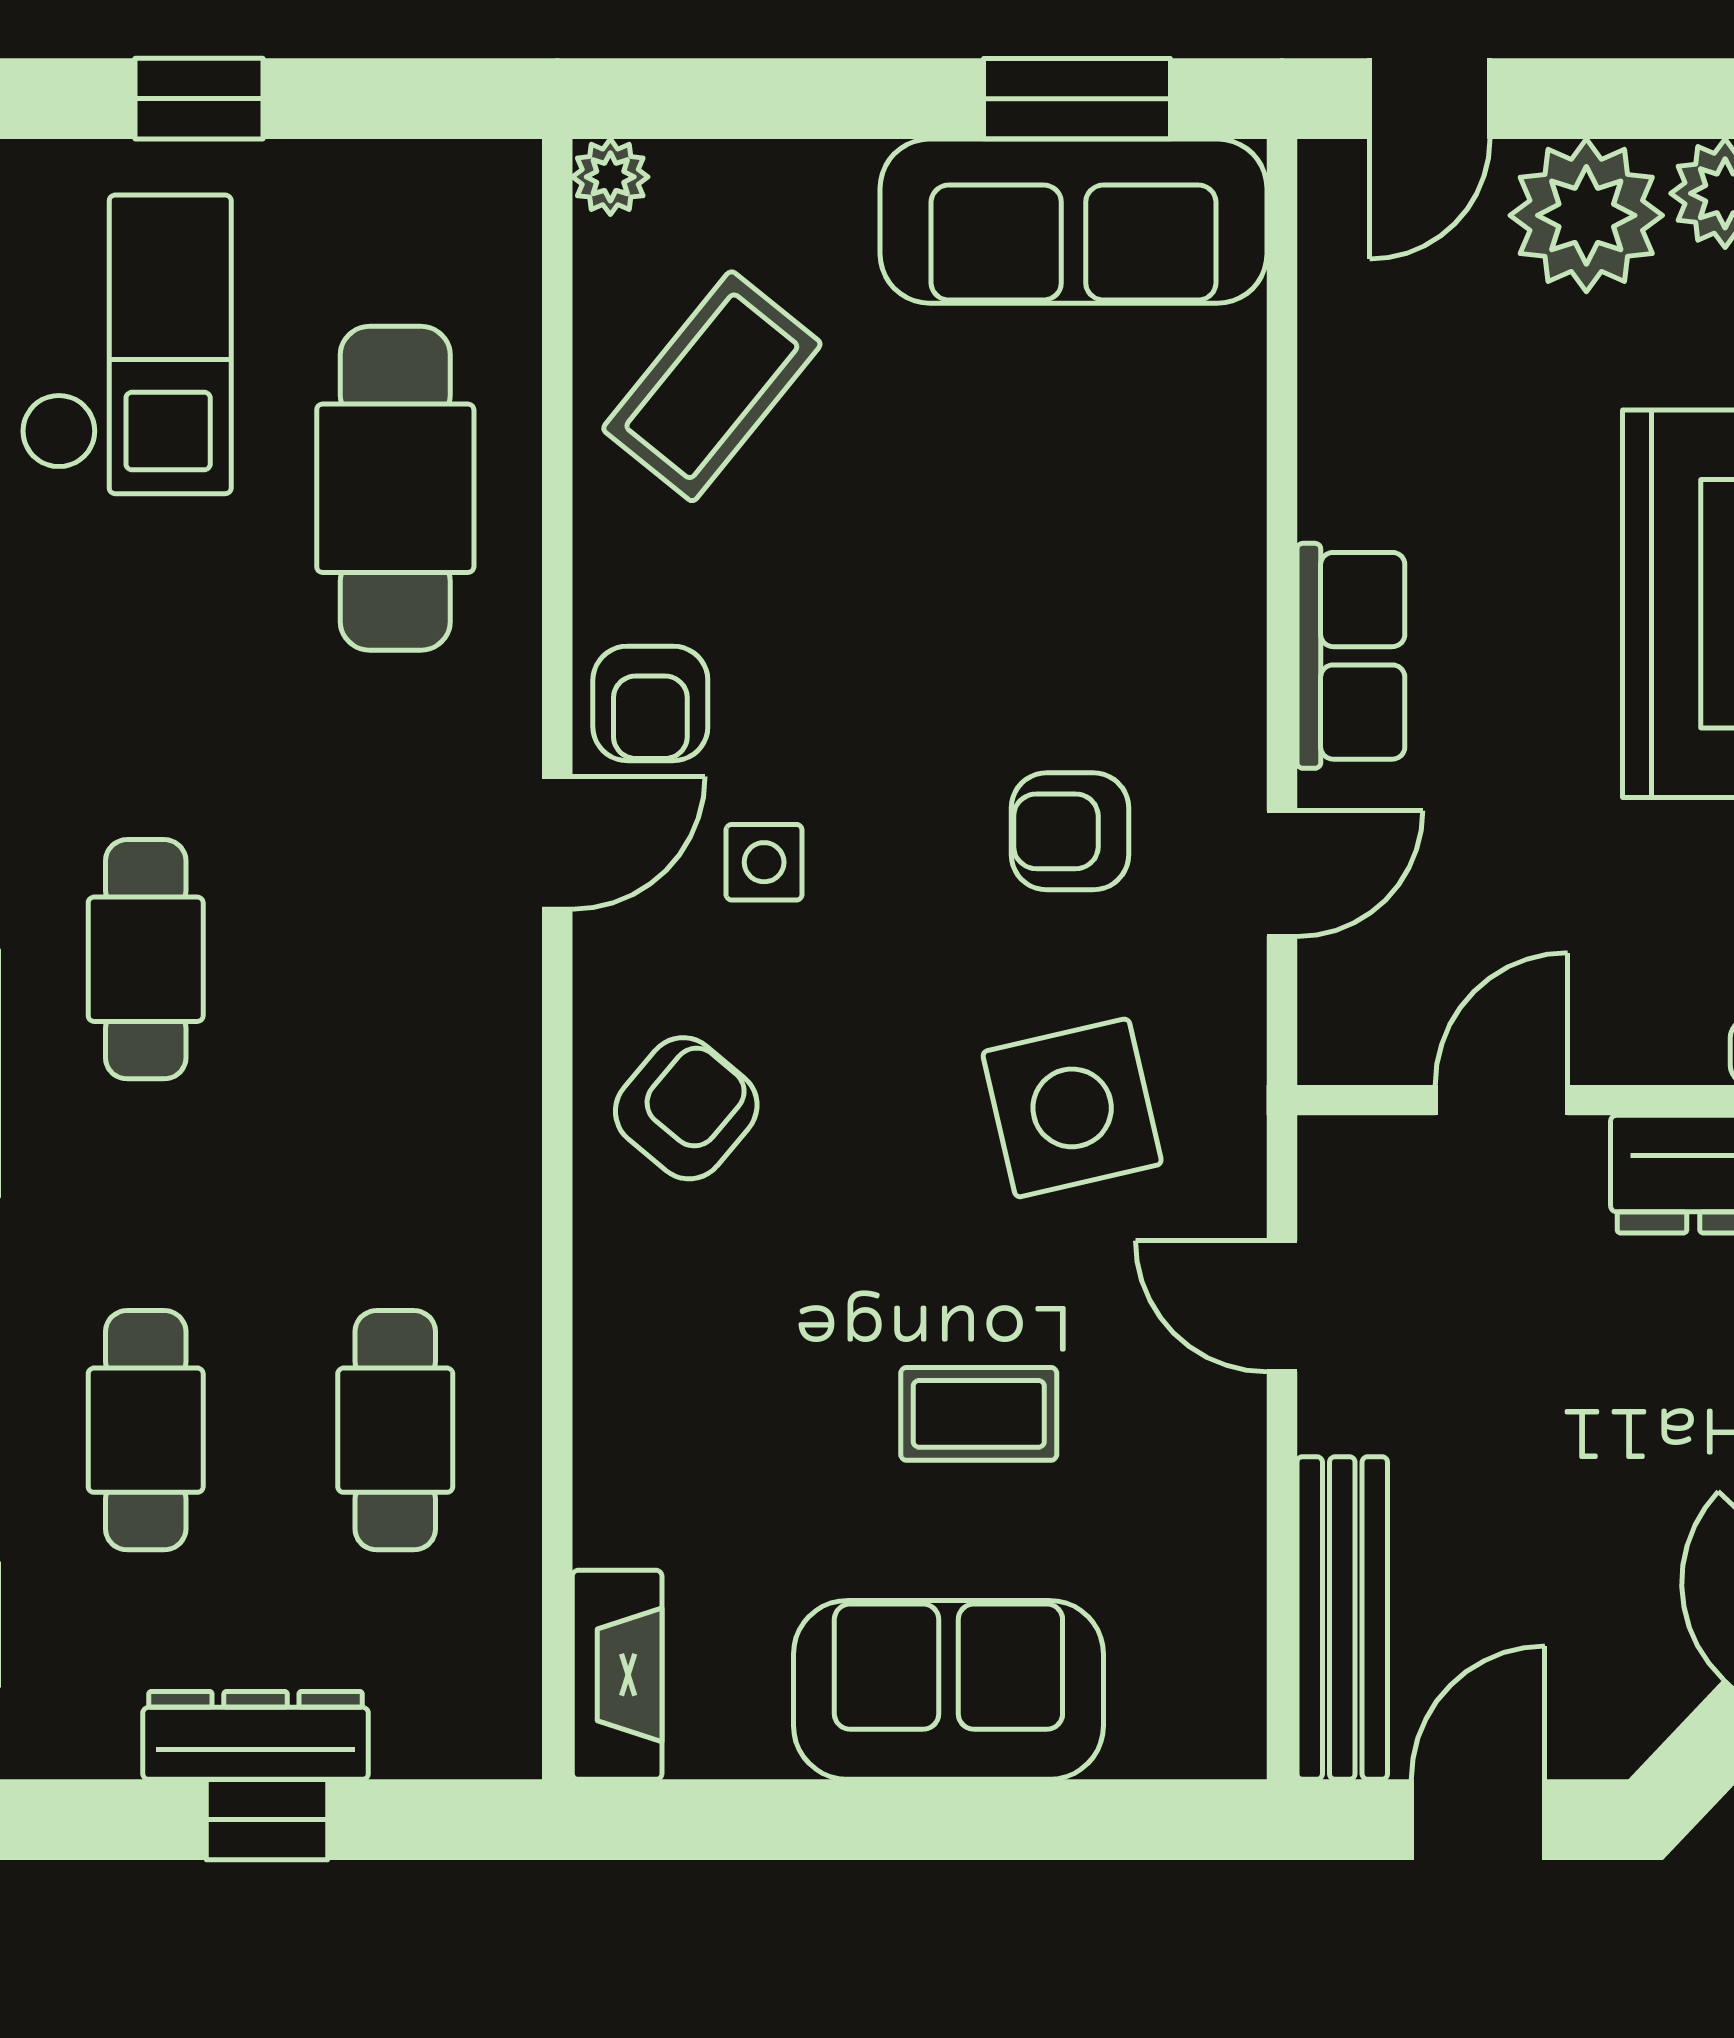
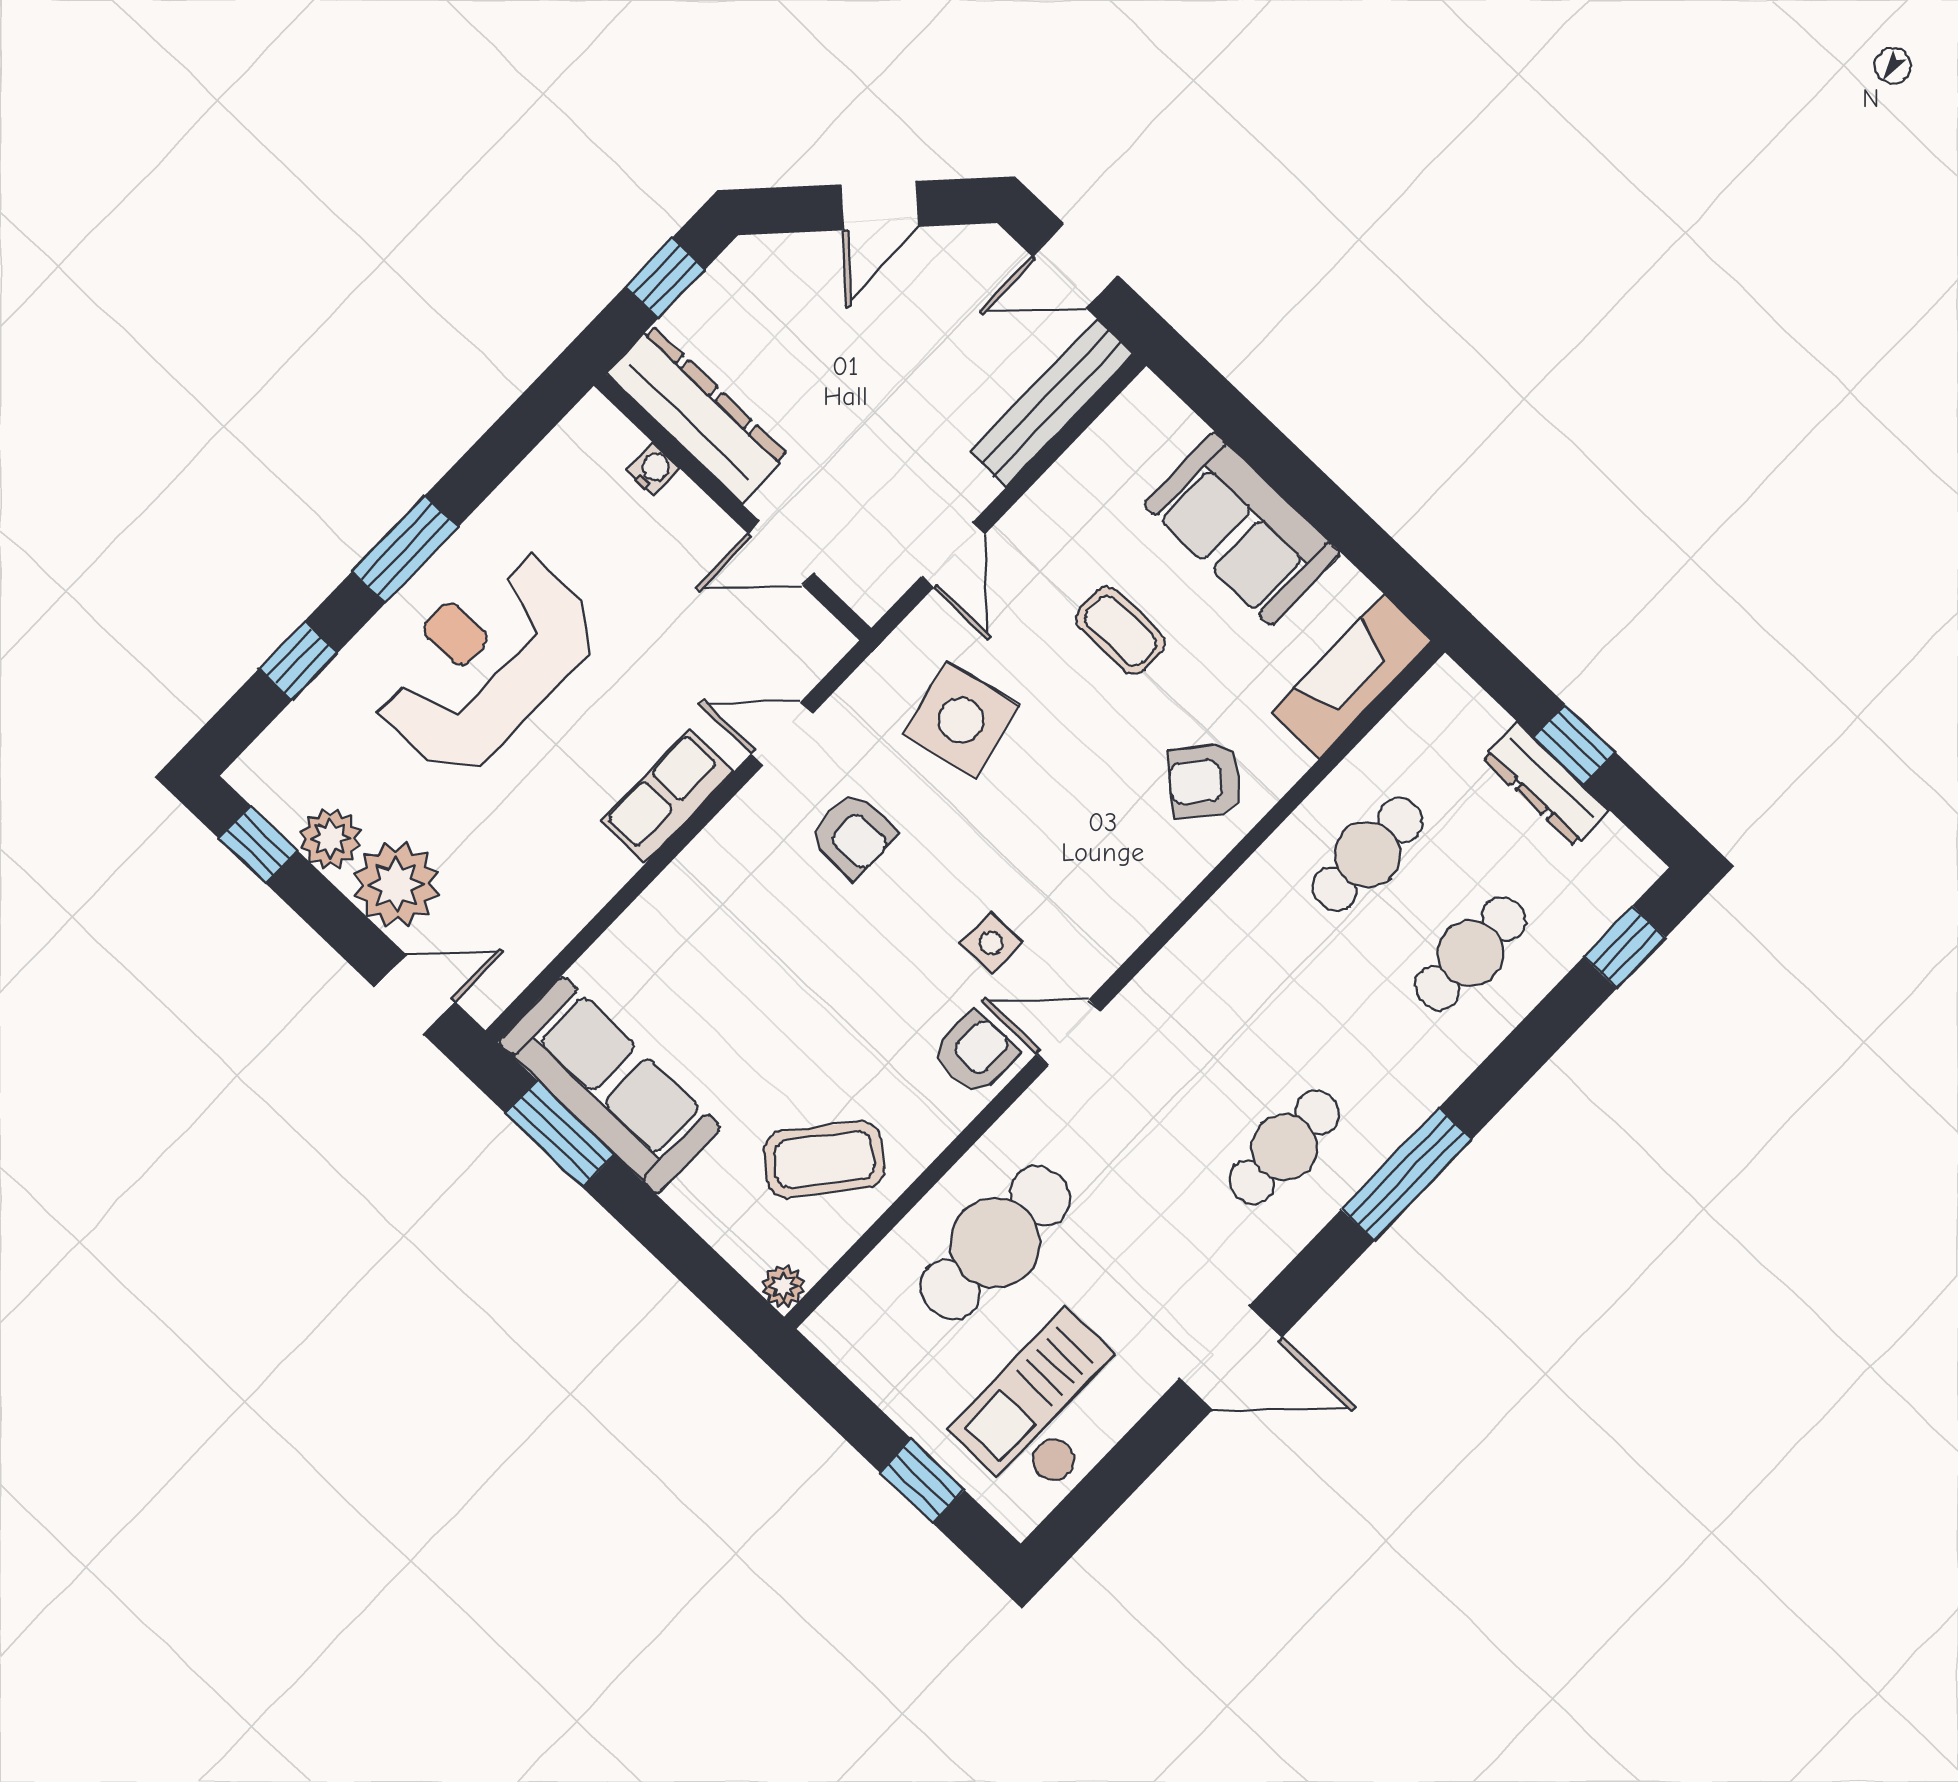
armchair: (686, 1108) -> (1205, 781), moved
fireplace: (617, 1675) -> (1352, 676), width x1.37, depth x1.32

